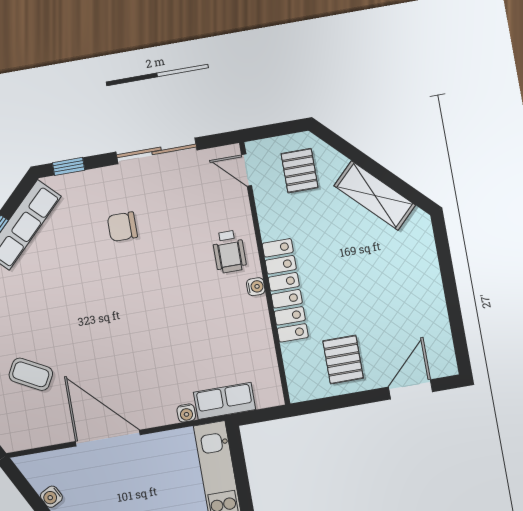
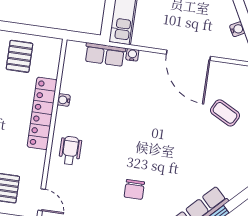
chair: (122, 227) -> (134, 189), turned 90
water cooler: (256, 287) -> (64, 100), moved

